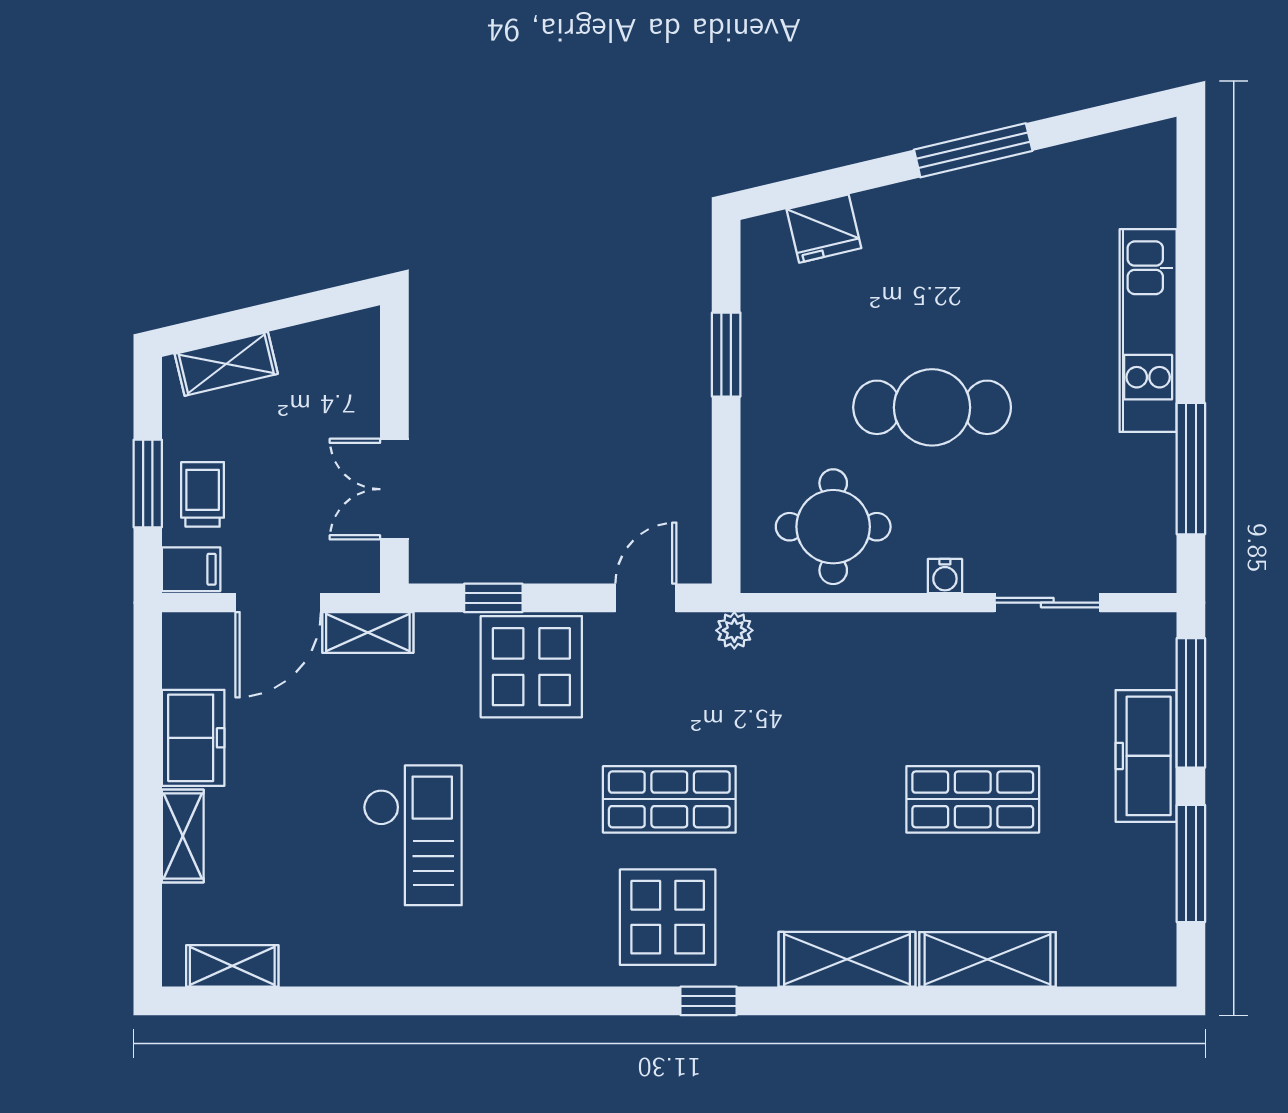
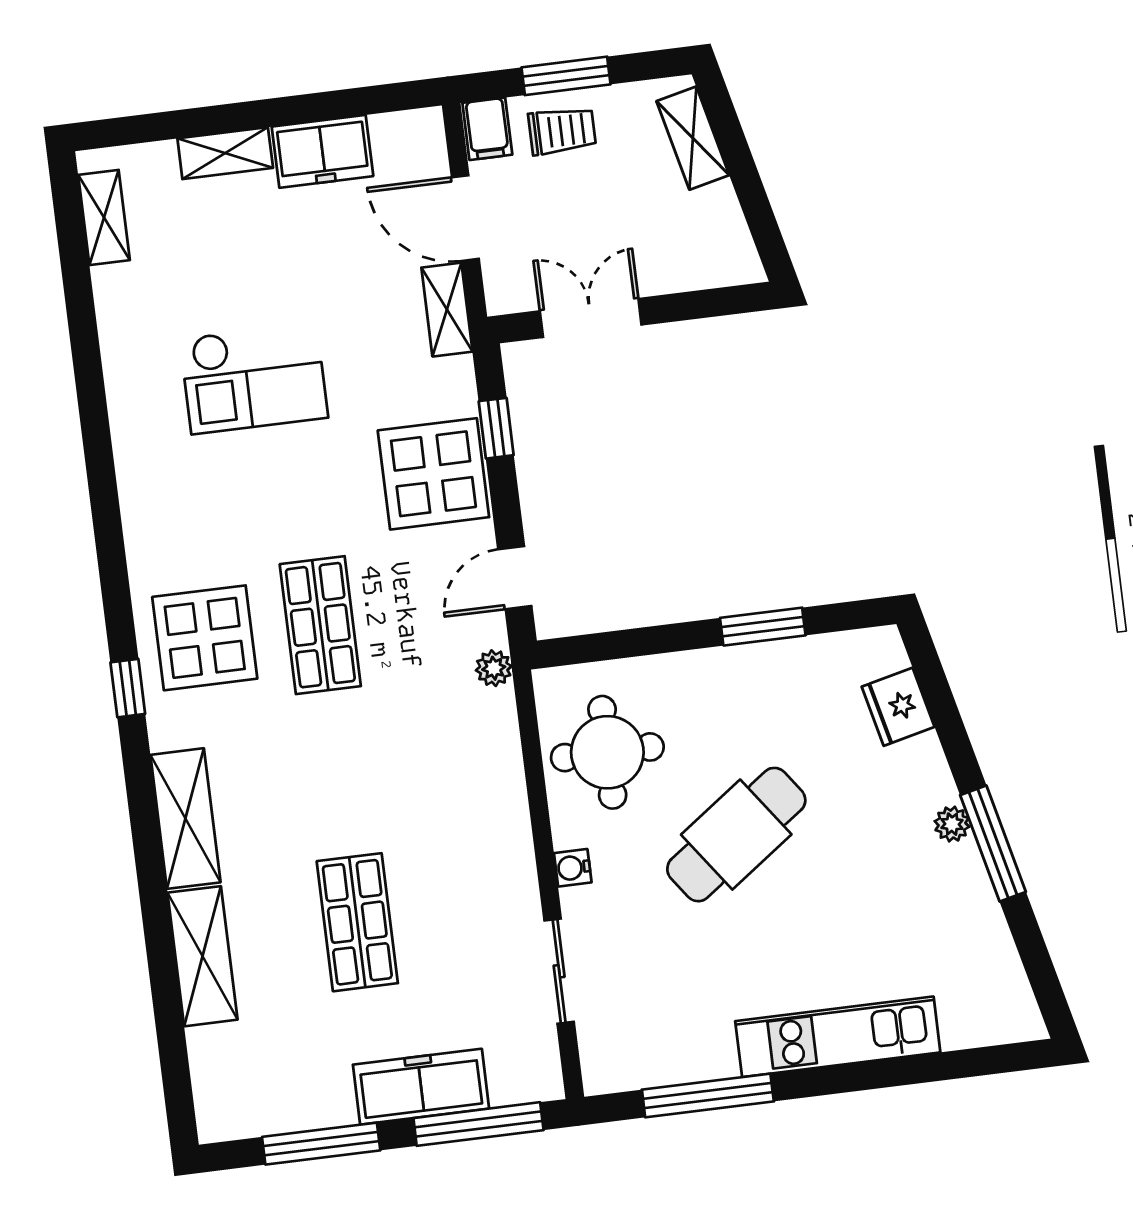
plant: (949, 189) -> (952, 824), added
cafe table: (932, 407) -> (736, 835), turned 54
door: (646, 598) -> (515, 578), swing flipped

